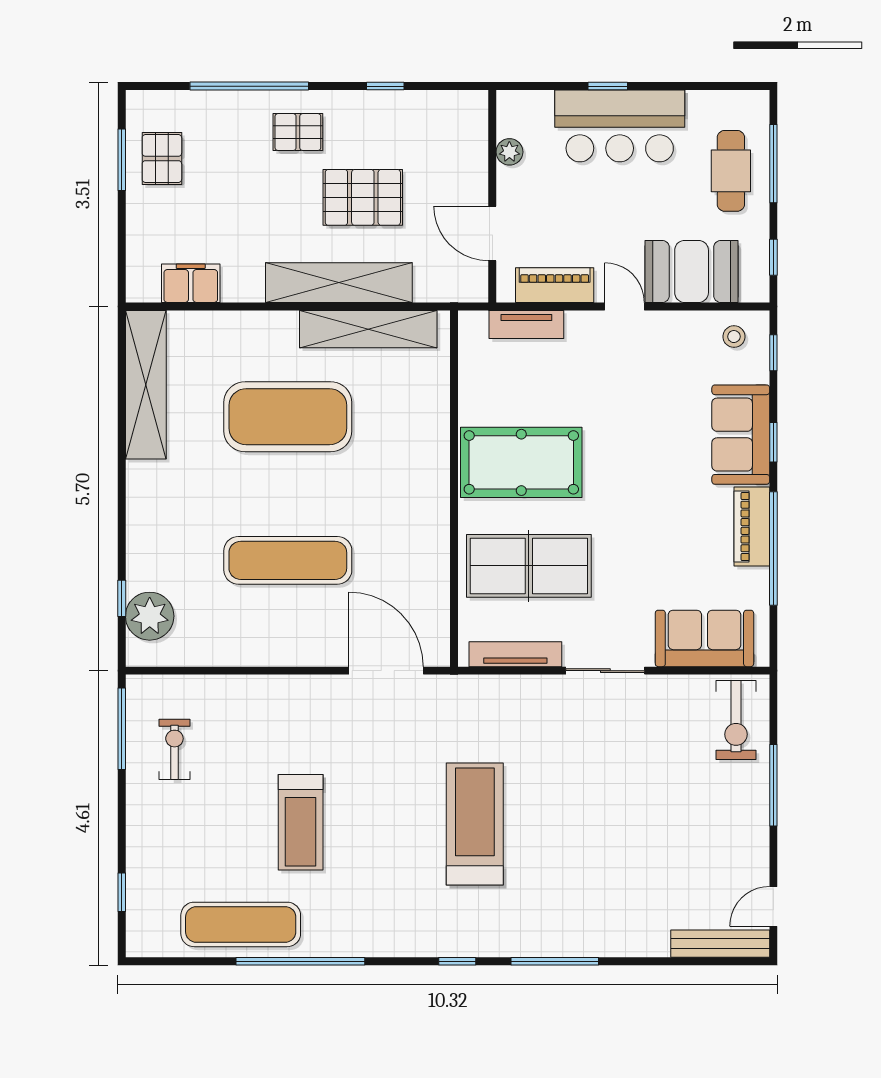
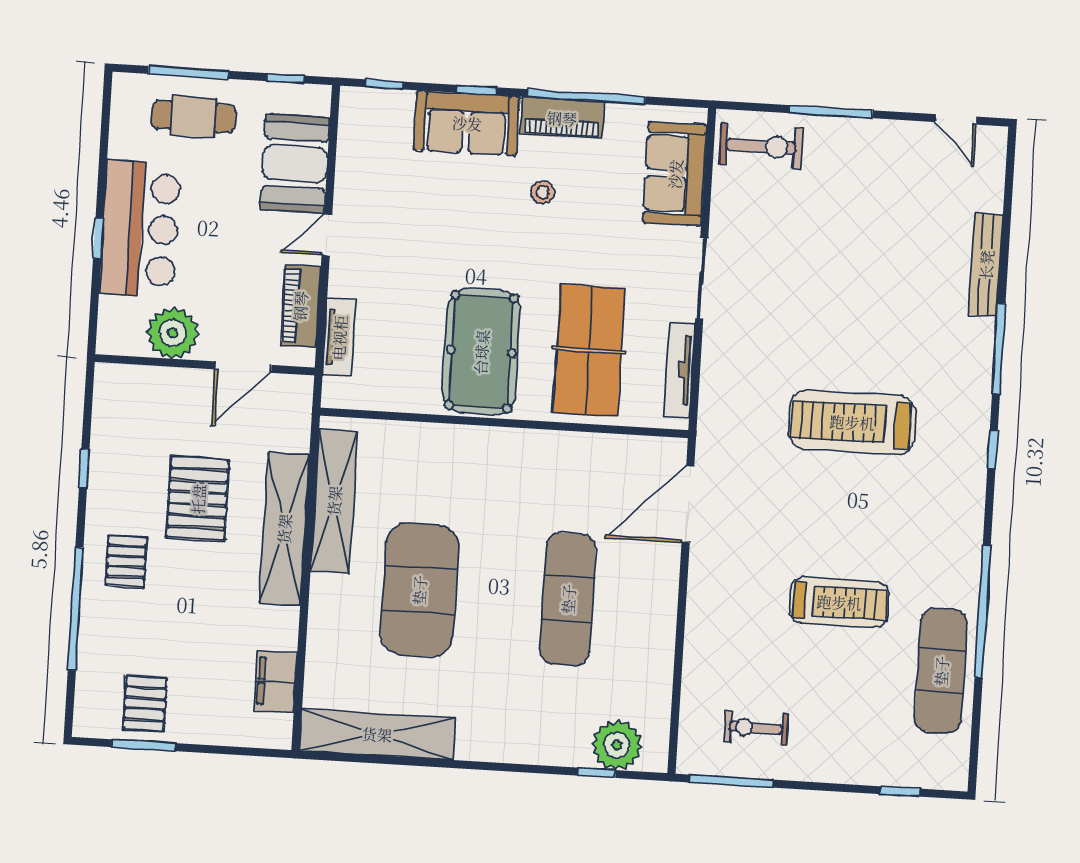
plant: (509, 152) -> (173, 333), width x1.88, depth x1.88
pallet: (162, 158) -> (145, 704), turned 90
stool: (734, 337) -> (542, 192), moved
bench: (720, 944) -> (986, 265), moved

